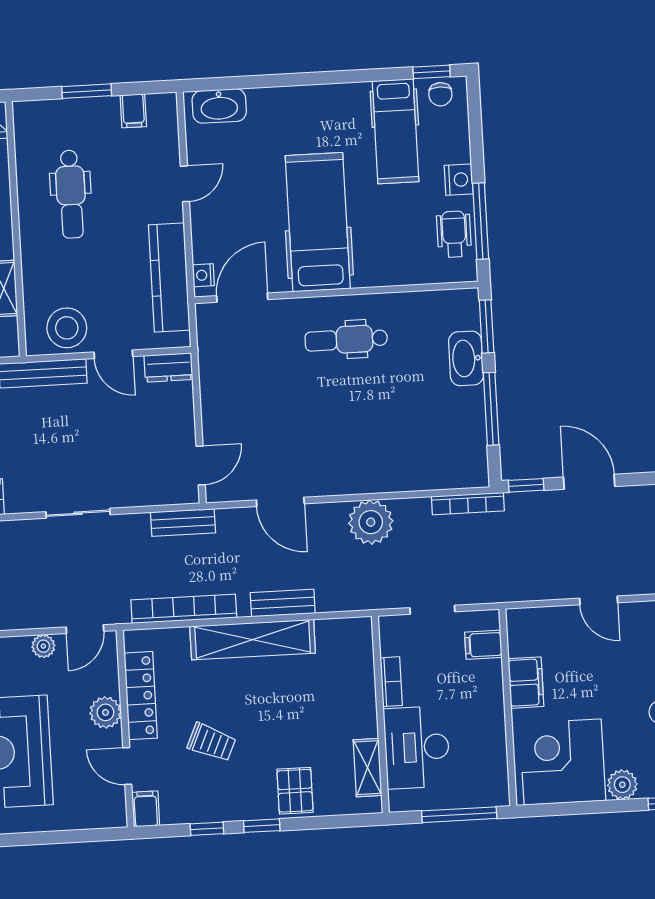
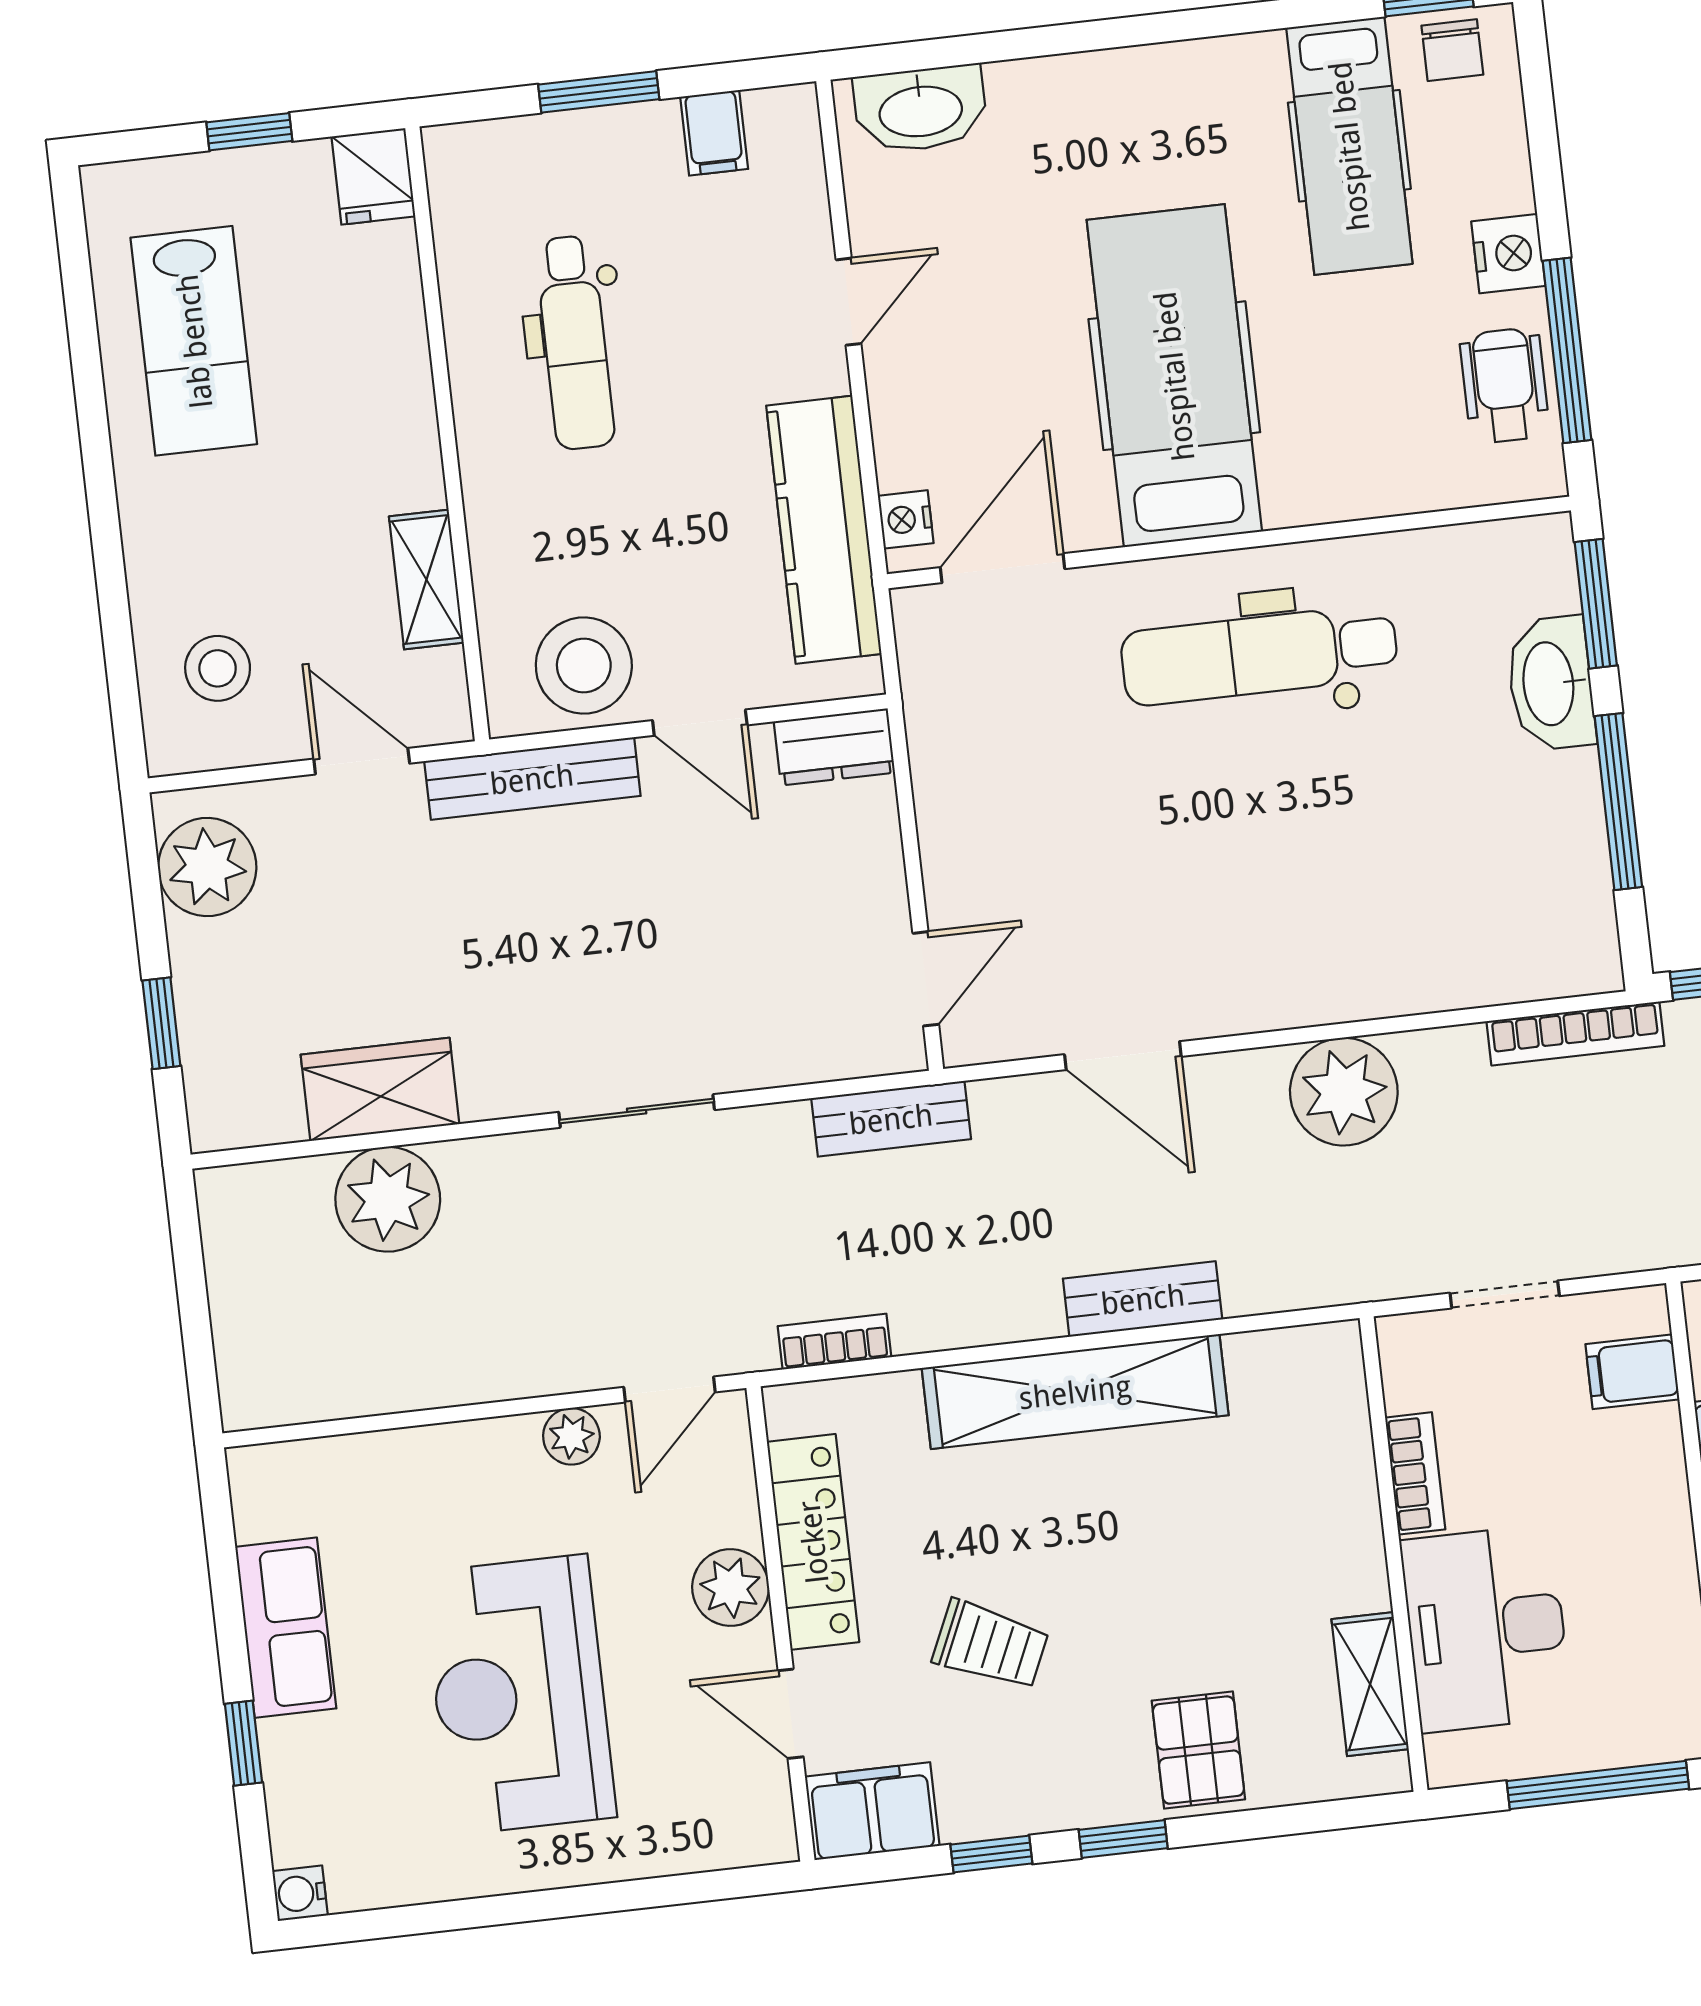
dental chair: (346, 340) -> (1259, 655), width x1.36, depth x1.38
bookcase: (184, 609) -> (834, 1342), width x0.43, depth x0.76
filing cabinet: (146, 809) -> (872, 1811), width x2.00

